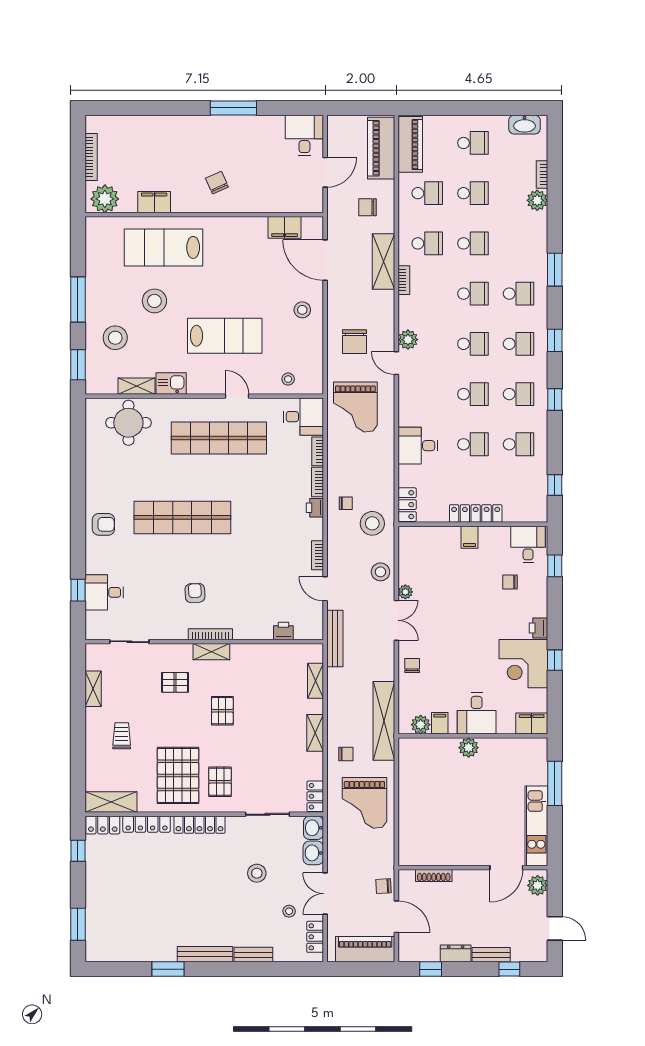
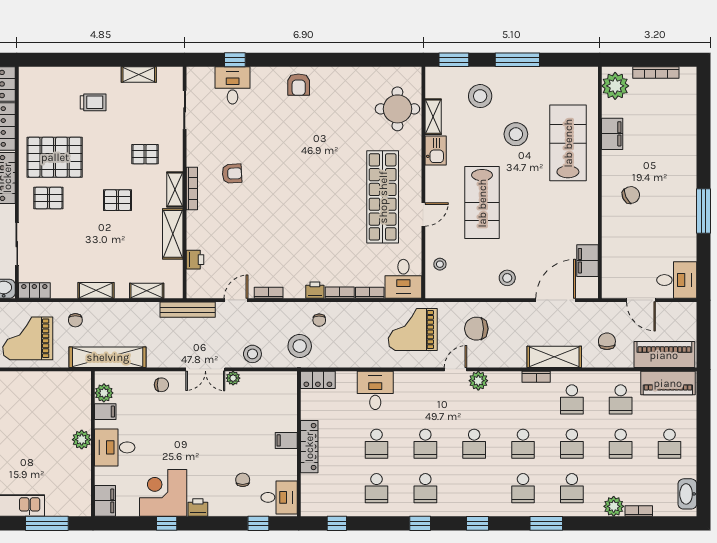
school desk: (519, 344) -> (572, 488), moved
shop shelf: (182, 517) -> (305, 161), removed
pallet: (175, 682) -> (145, 154), turned 90
shelving: (111, 802) -> (173, 234), moved

